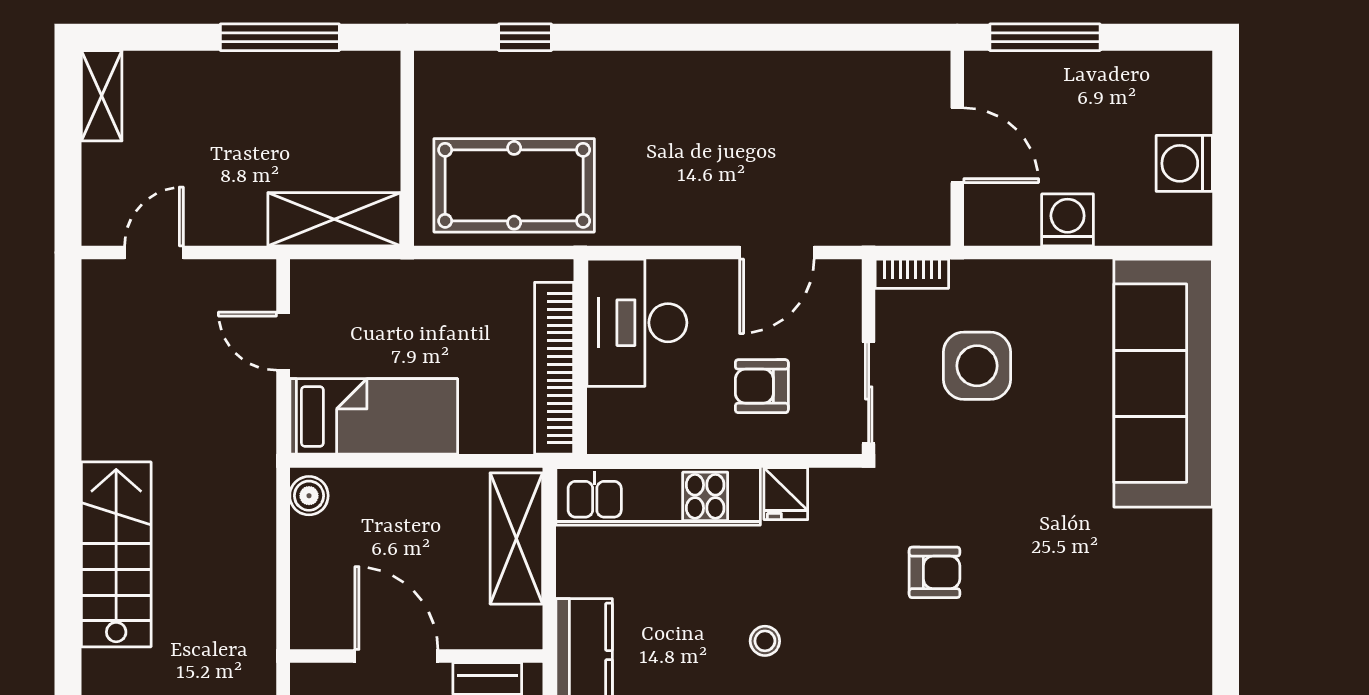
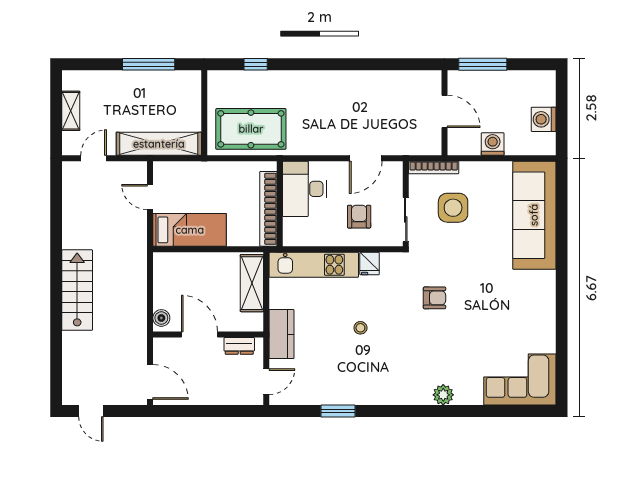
shelving: (102, 96) -> (71, 111), moved
shelving: (334, 219) -> (159, 144), width x1.47
bookcase: (912, 274) -> (434, 168), width x1.56
armchair: (762, 386) -> (359, 217), turned 90
boiler: (309, 496) -> (161, 318), moved

